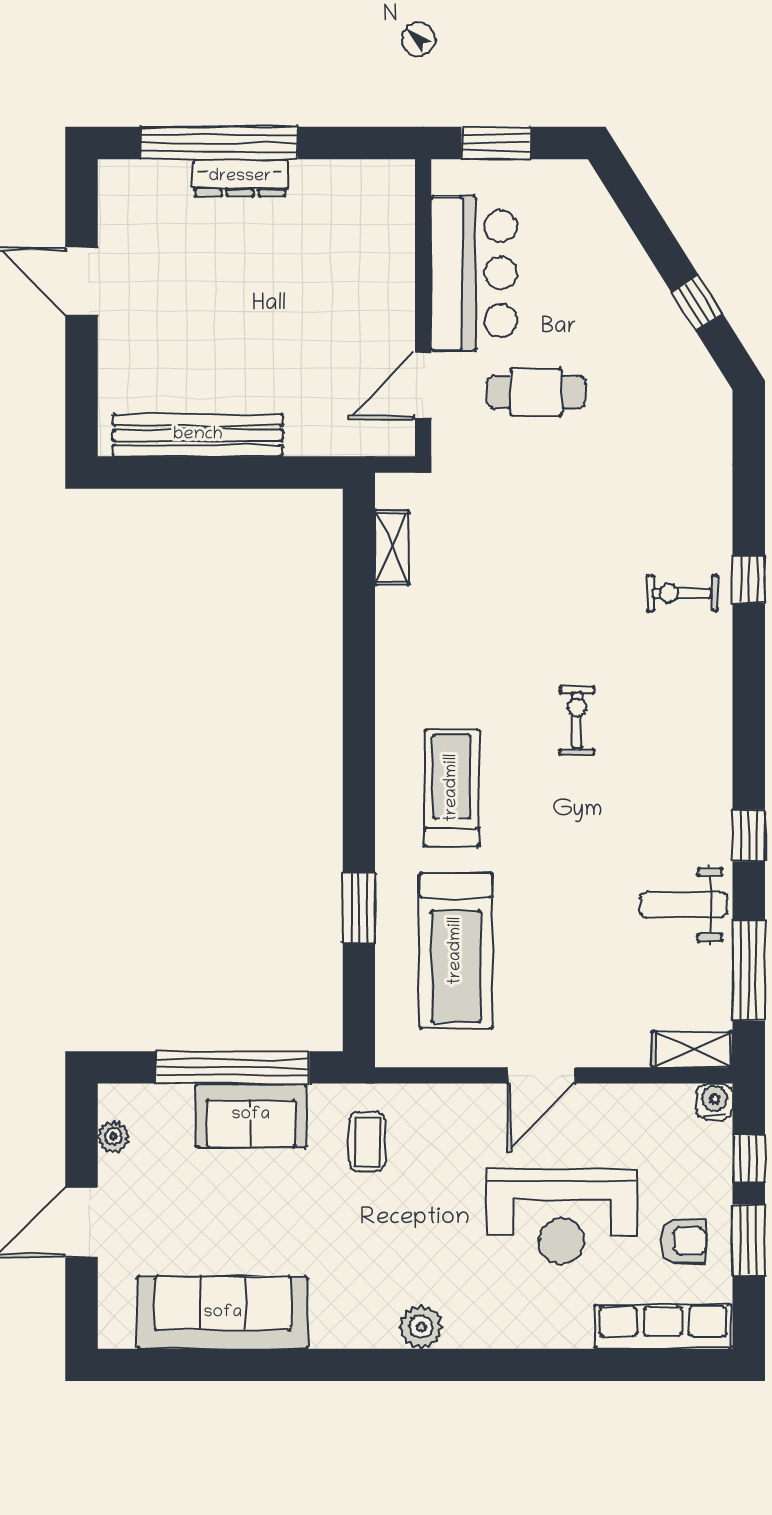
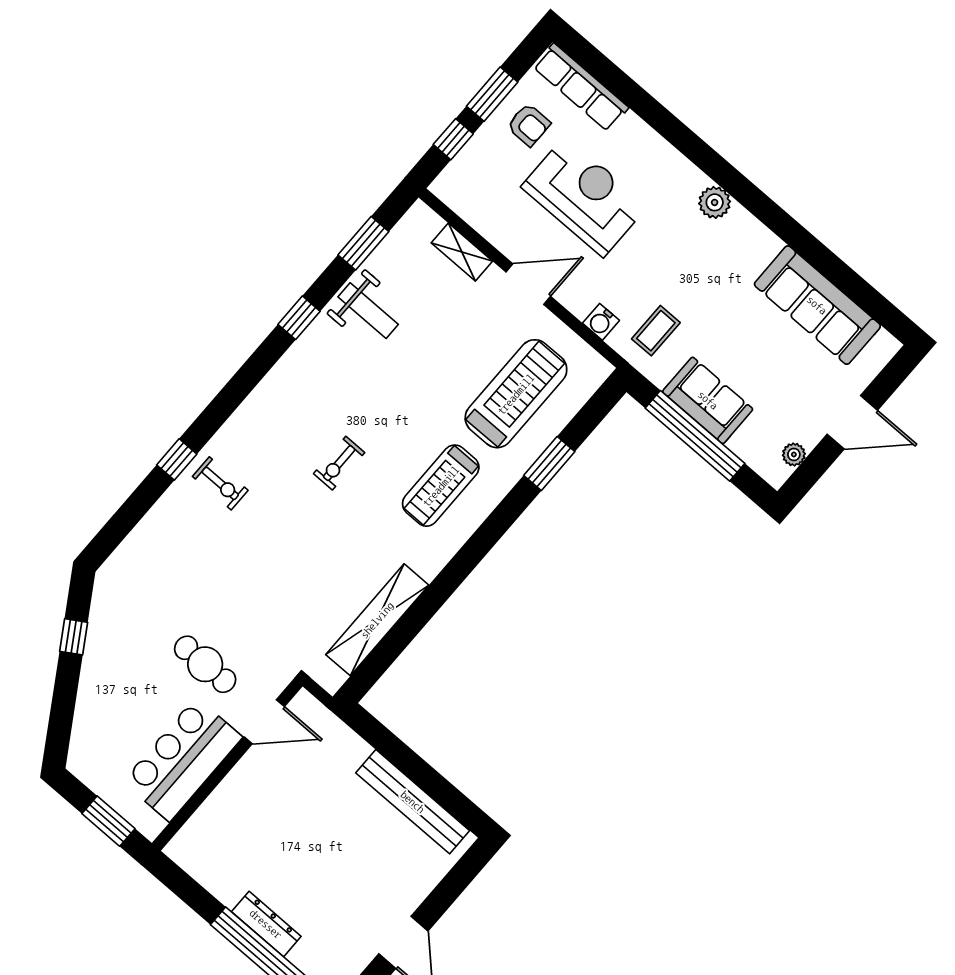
shelving: (392, 547) -> (377, 620), width x2.20, depth x1.33
window: (749, 970) -> (363, 243), width x0.69
shelving: (693, 1049) -> (462, 252), moved
water cooler: (715, 1102) -> (601, 322), moved
armchair: (683, 1241) -> (529, 125), turned 180

